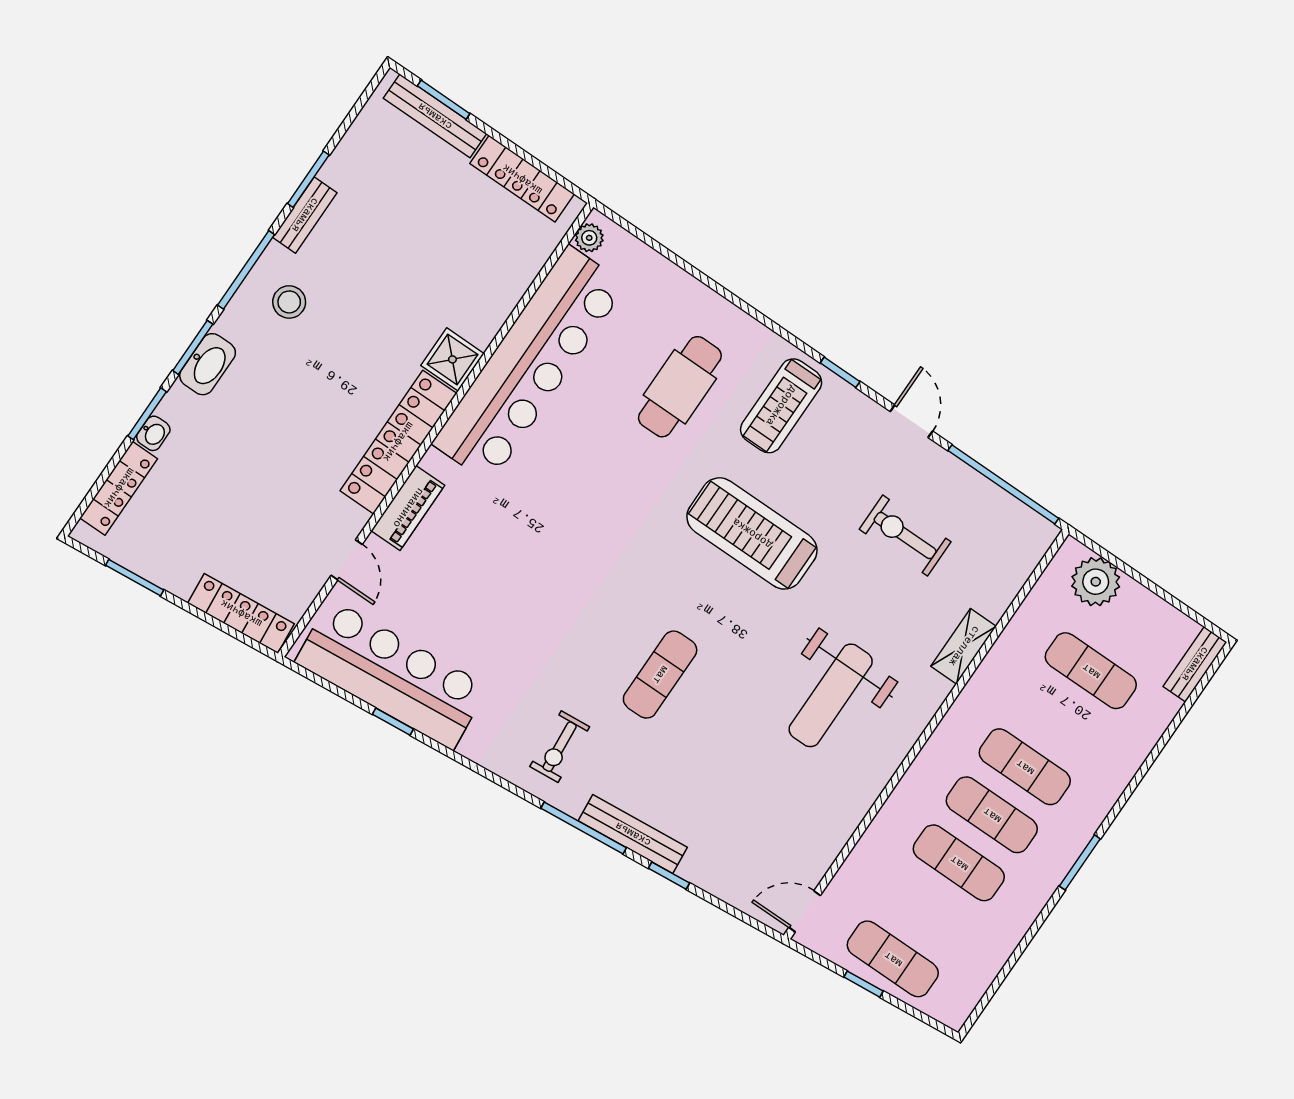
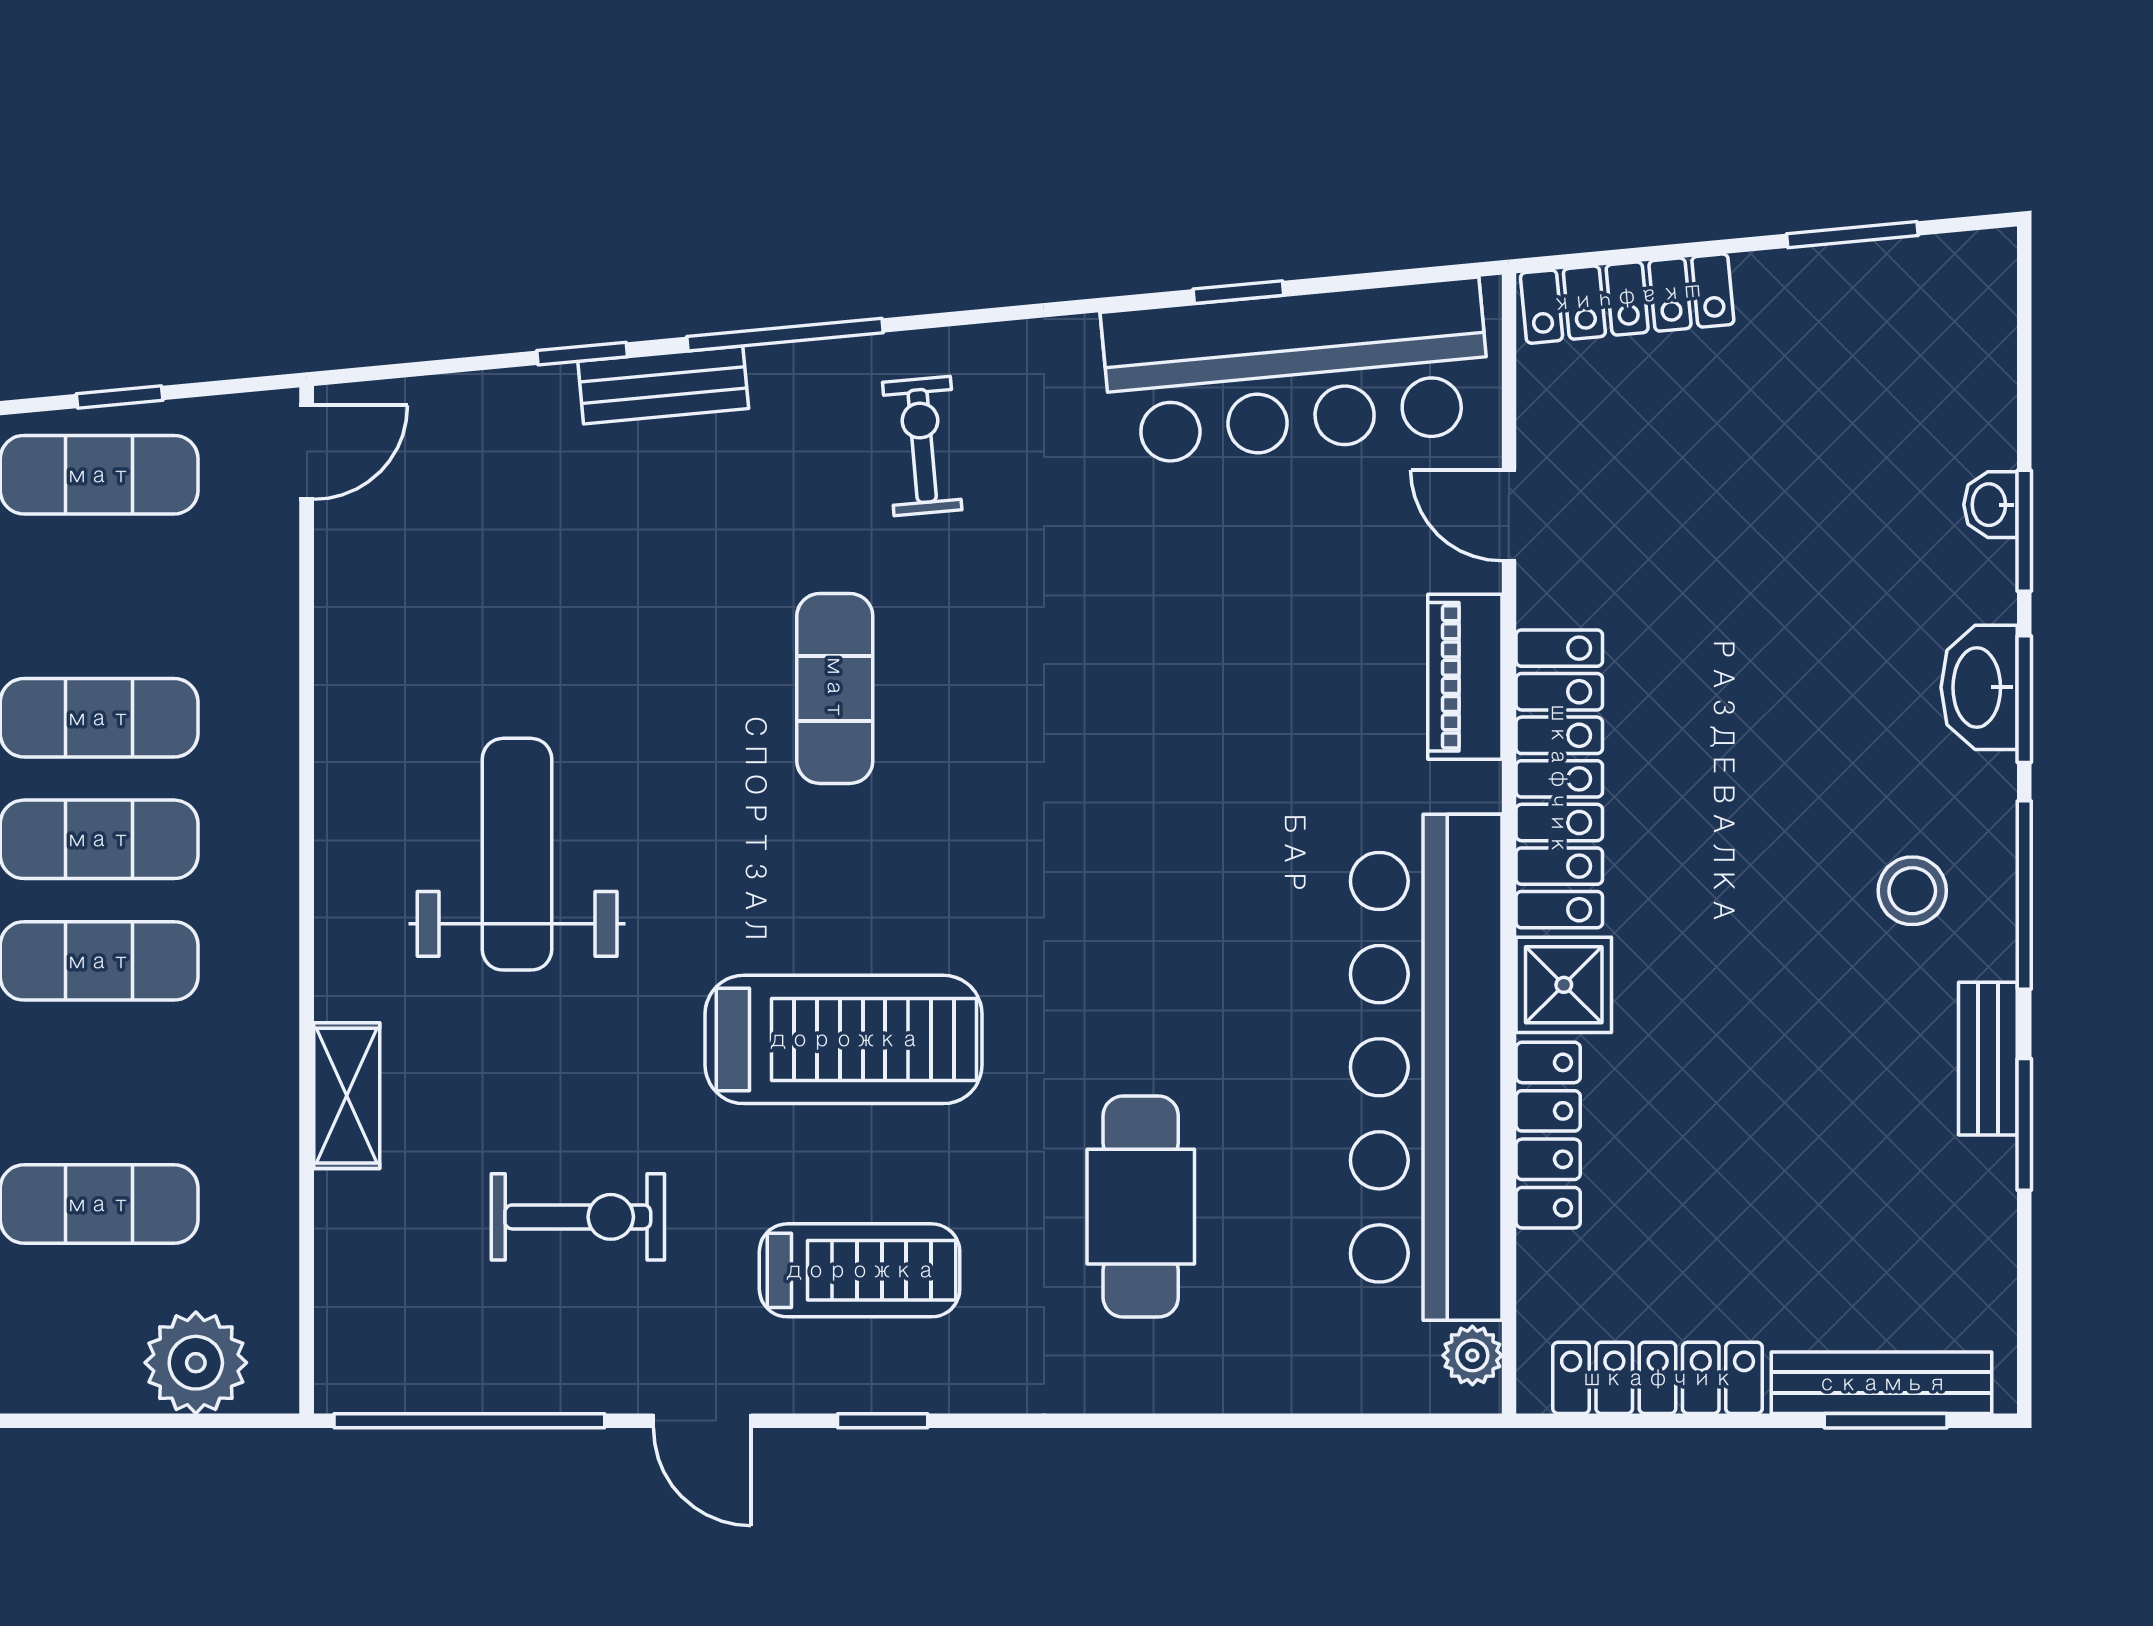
treadmill: (781, 406) -> (860, 1270), moved, turned 90
locker: (119, 488) -> (1548, 1135), moved, turned 180
bench: (633, 834) -> (663, 385), width x0.73

